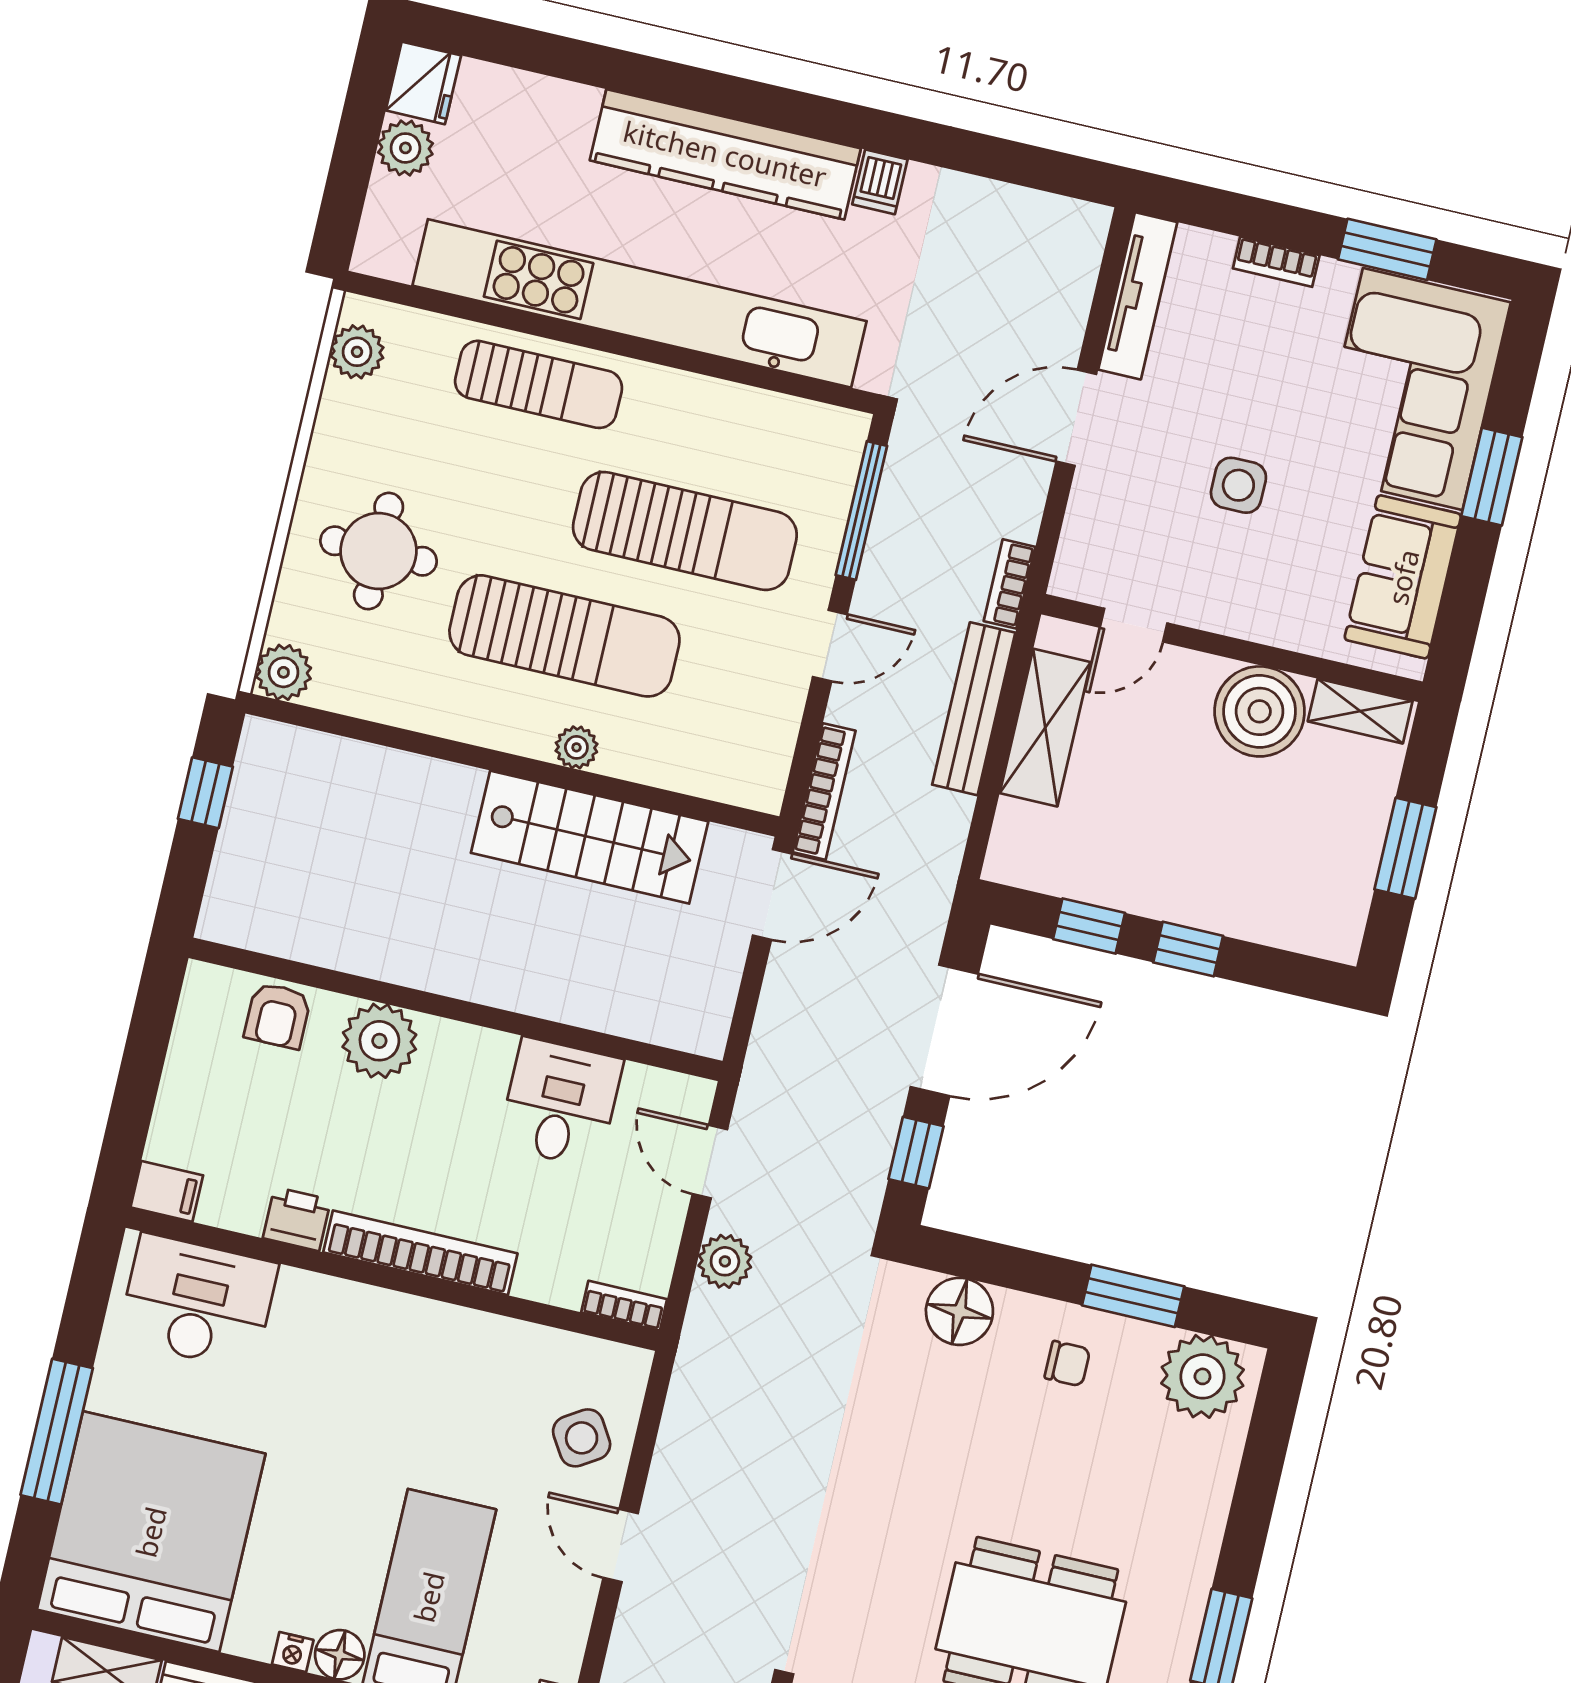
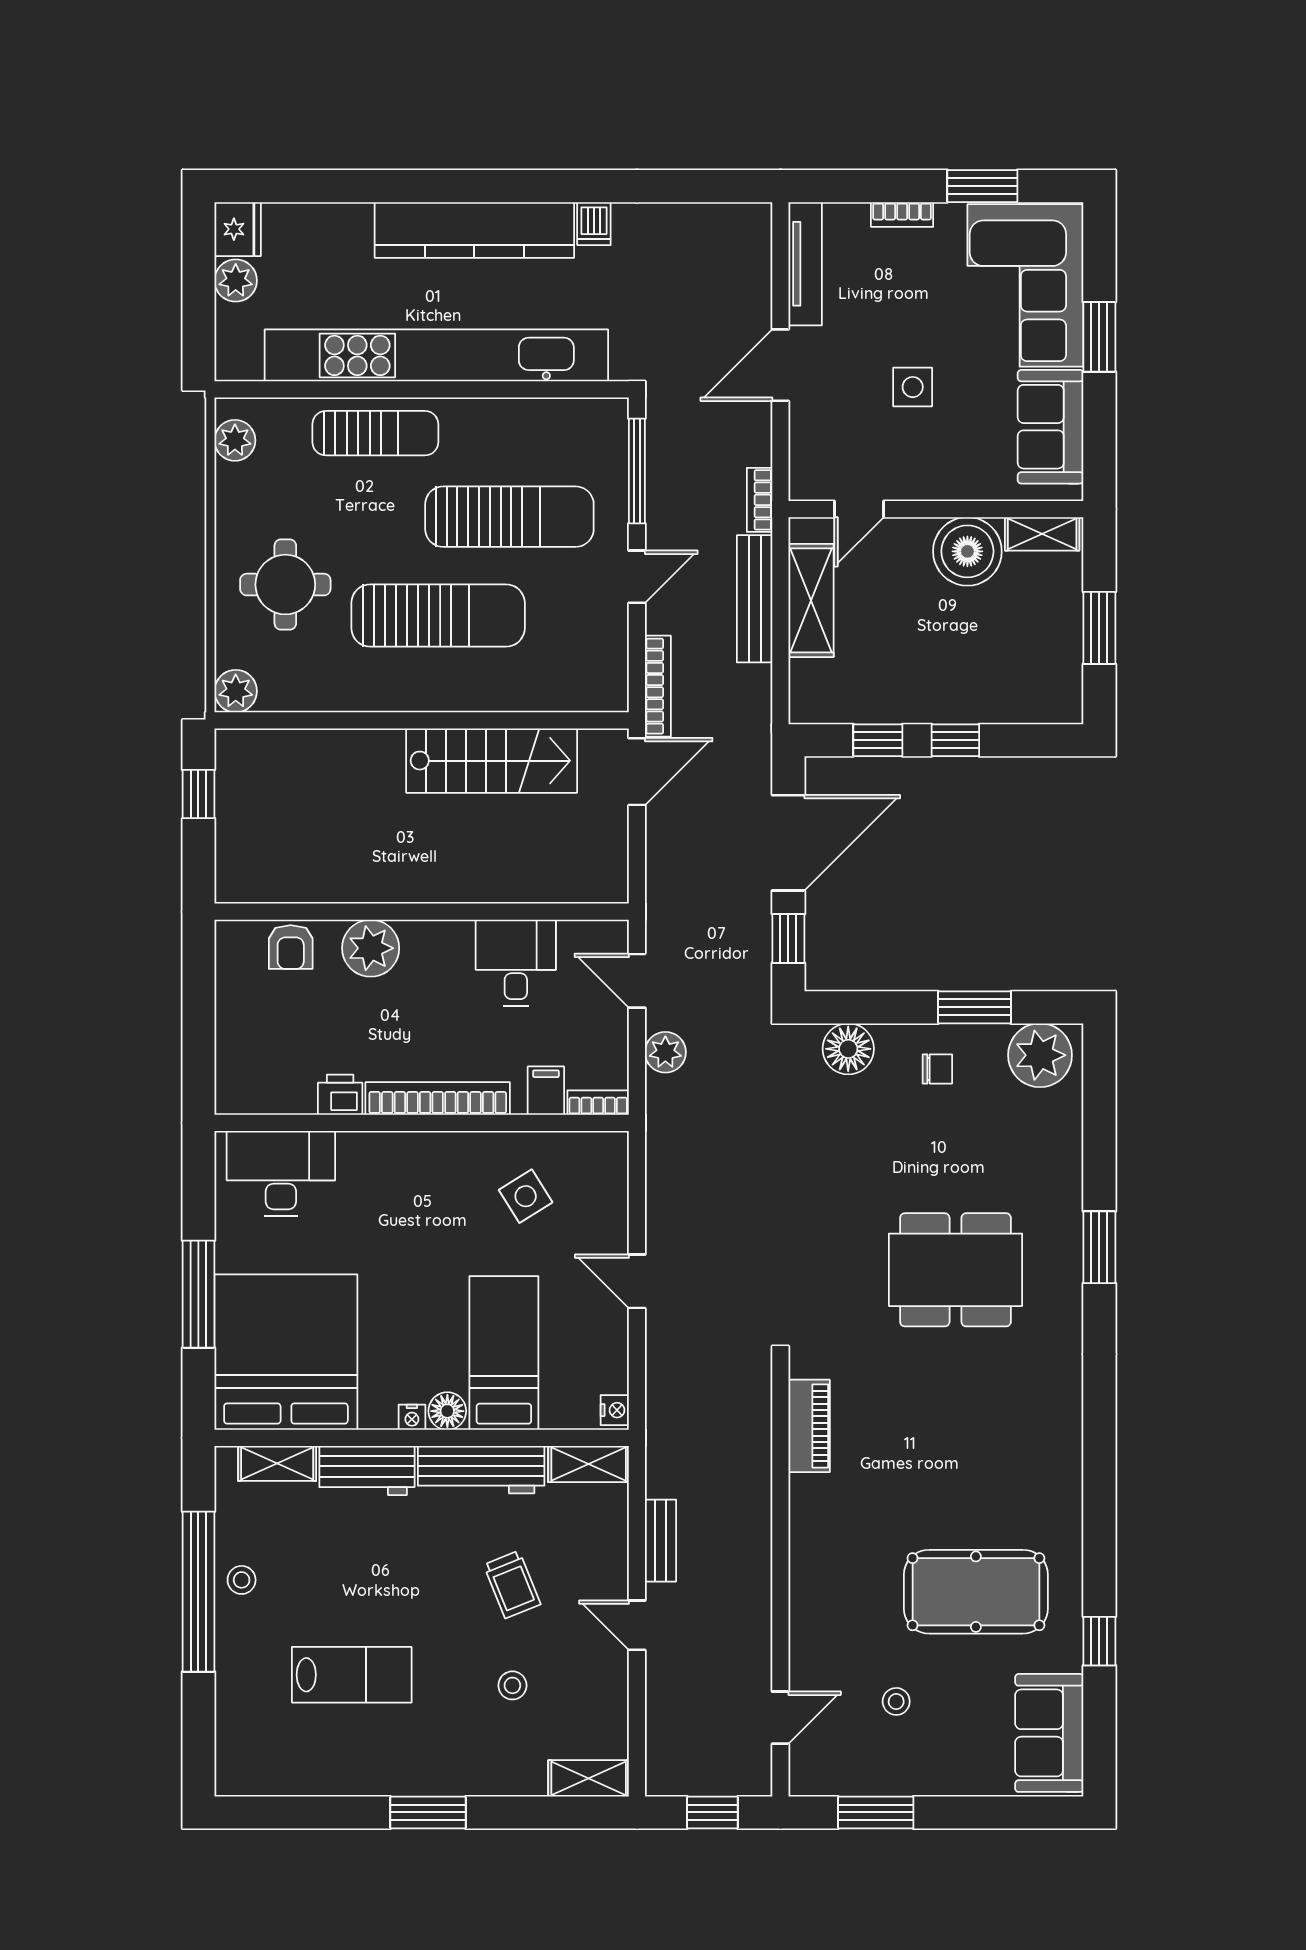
plant: (576, 747) -> (466, 696), removed
filing cabinet: (167, 1191) -> (546, 1091), moved, turned -90
side table: (582, 1438) -> (526, 1196), moved

